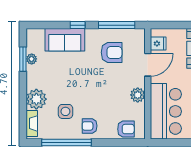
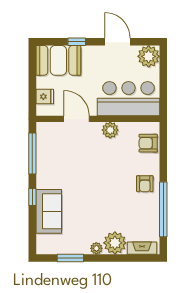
fridge: (158, 44) -> (45, 97), moved, turned 90
armchair: (112, 52) -> (63, 159), removed
plant: (32, 59) -> (96, 248), moved
side table: (65, 111) -> (129, 211), removed
armchair: (126, 129) -> (148, 143), turned -90

